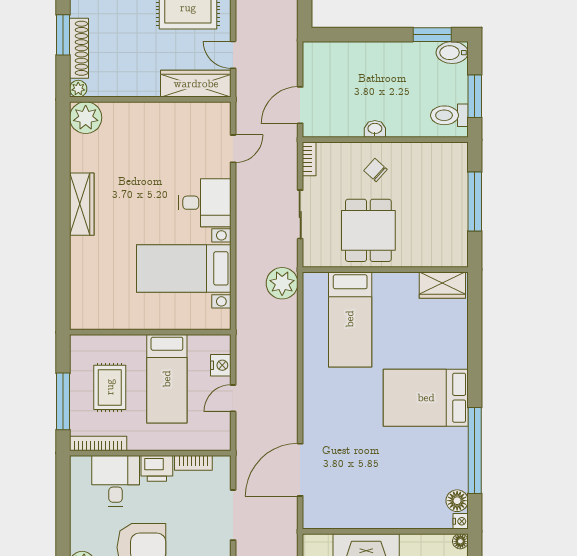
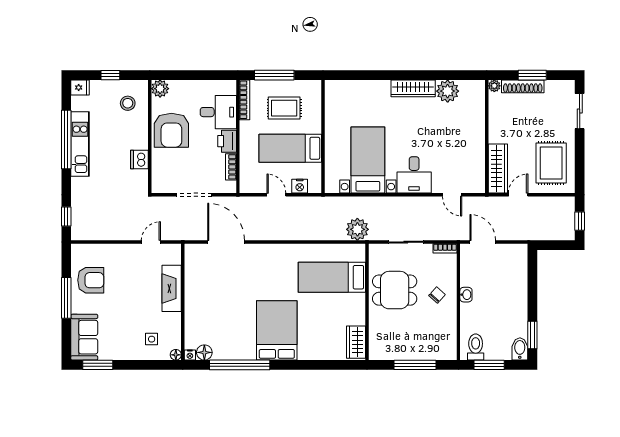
plant: (86, 118) -> (448, 91), moved

